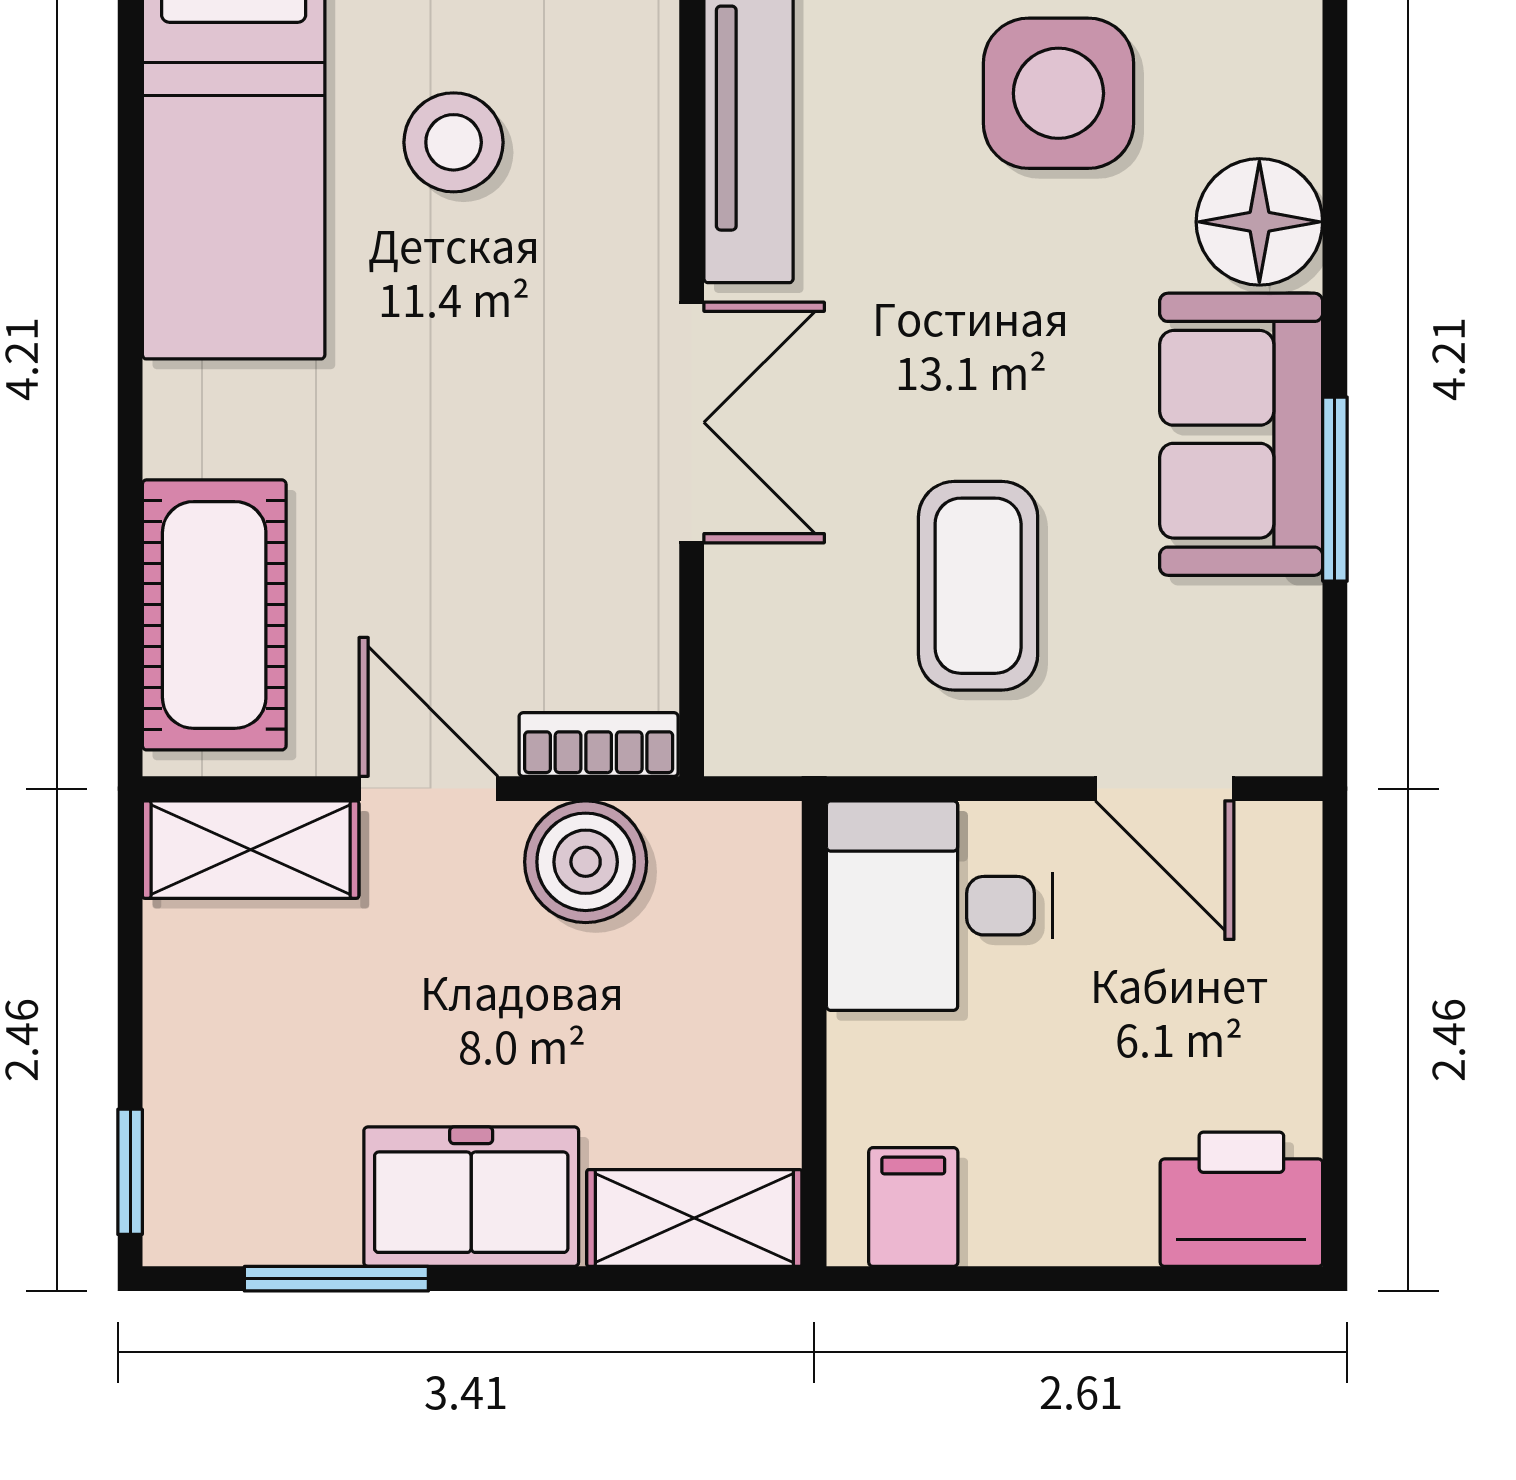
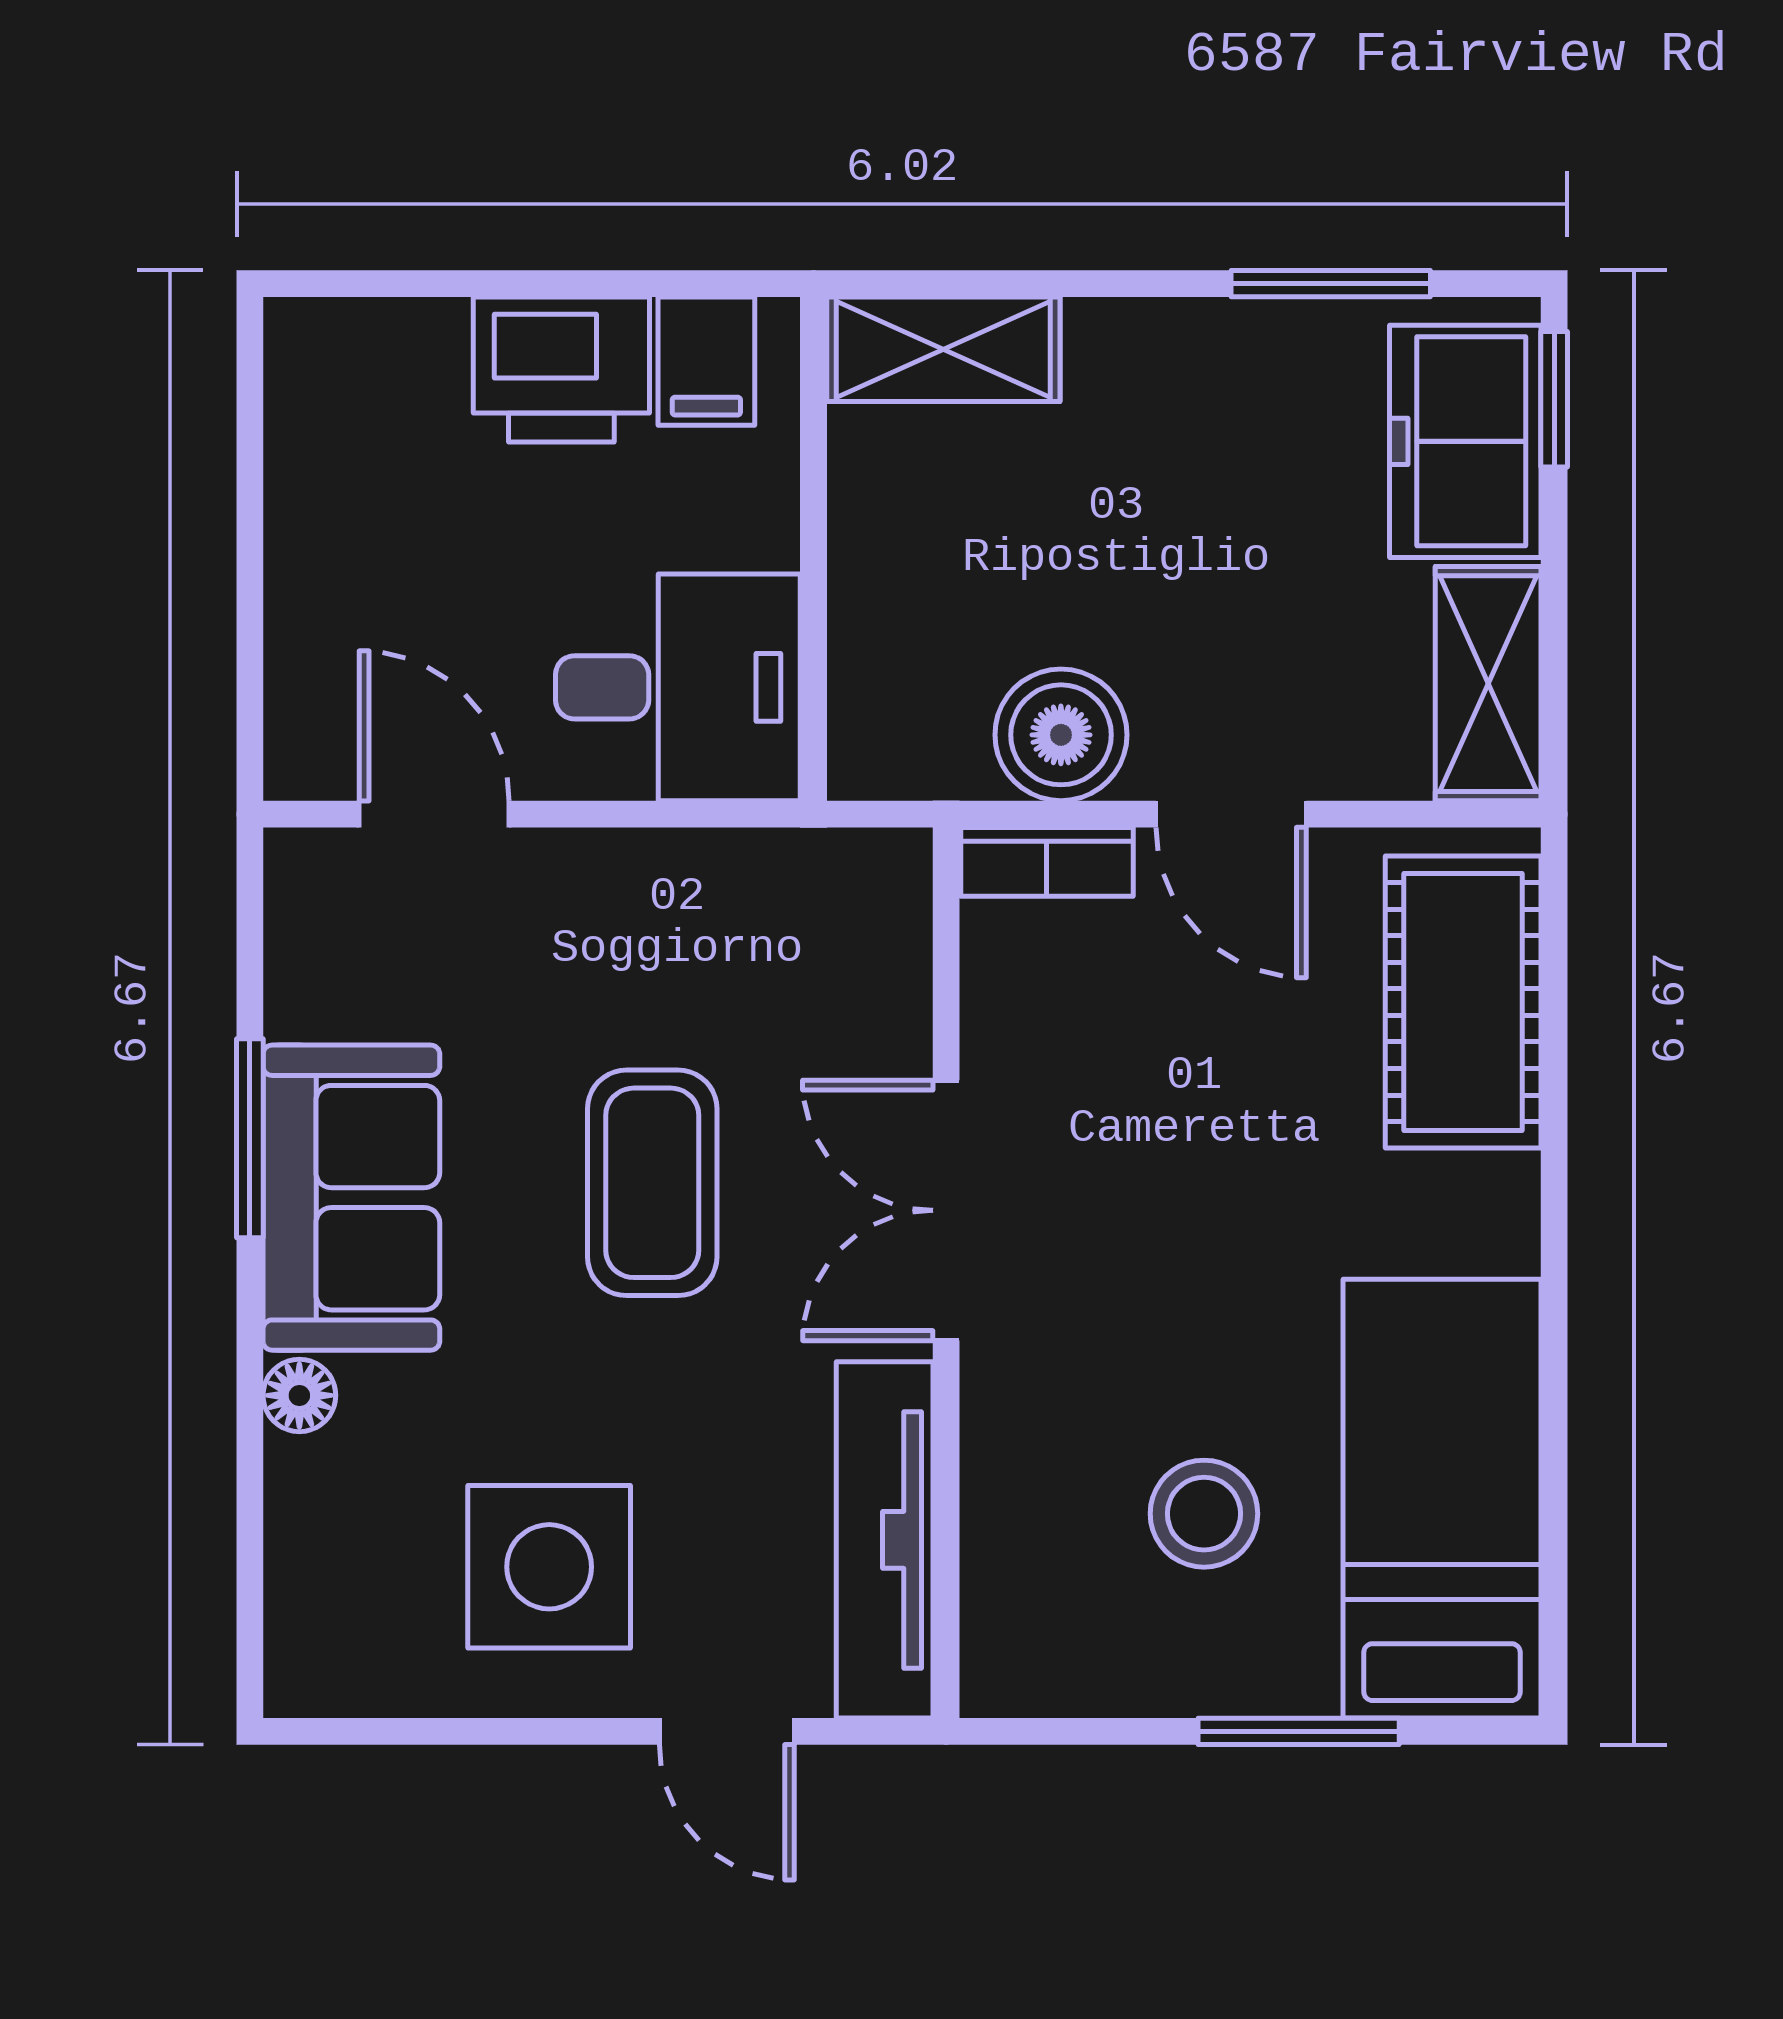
floor lamp: (1259, 222) -> (299, 1395), width x0.53, depth x0.53
coffee table: (978, 586) -> (652, 1183), moved
shelving: (251, 850) -> (1488, 684), moved, turned 90
freezer: (471, 1197) -> (1465, 441), moved, turned 90
printer: (1241, 1199) -> (561, 370), moved

